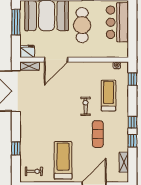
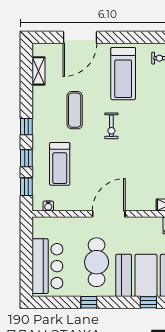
door: (56, 60) -> (109, 214), moved
exercise bike: (86, 106) -> (111, 126), moved
window: (132, 141) -> (26, 158), moved

